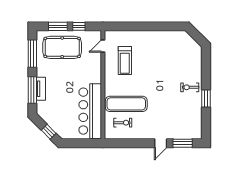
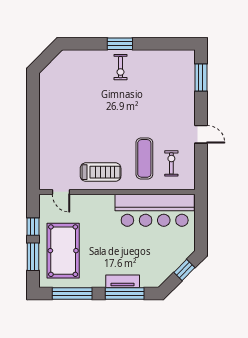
treadmill: (125, 60) -> (101, 172), moved
window: (206, 99) -> (120, 44), moved
exercise mat: (126, 104) -> (144, 158), width x0.73, depth x0.69
door: (161, 143) -> (201, 134), moved

